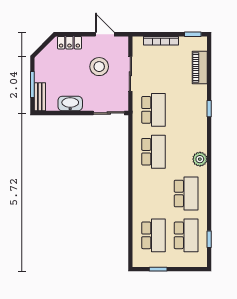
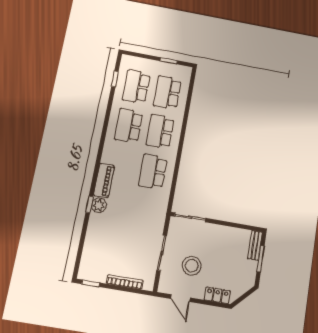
piano: (200, 67) -> (104, 180), moved
washbasin: (70, 104) -> (226, 233), removed
school desk: (154, 110) -> (160, 131), moved
plant: (200, 159) -> (99, 205), moved

